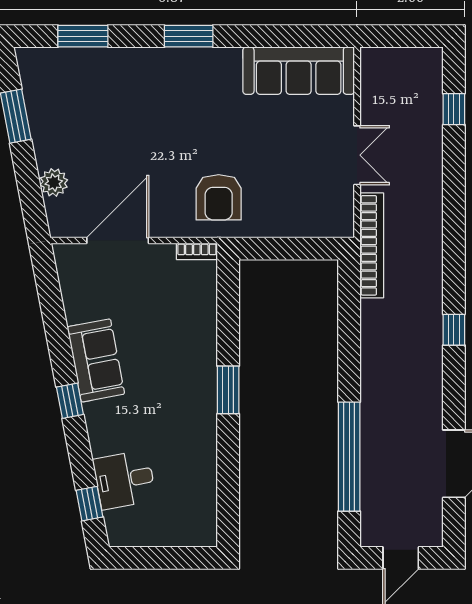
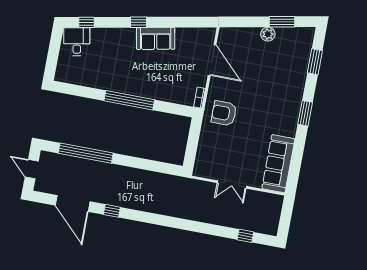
plant: (54, 182) -> (268, 34), moved
bookcase: (372, 245) -> (187, 183), removed
window: (454, 330) -> (112, 211), moved
window: (228, 390) -> (129, 100), width x2.11
desk: (124, 480) -> (77, 42), moved

